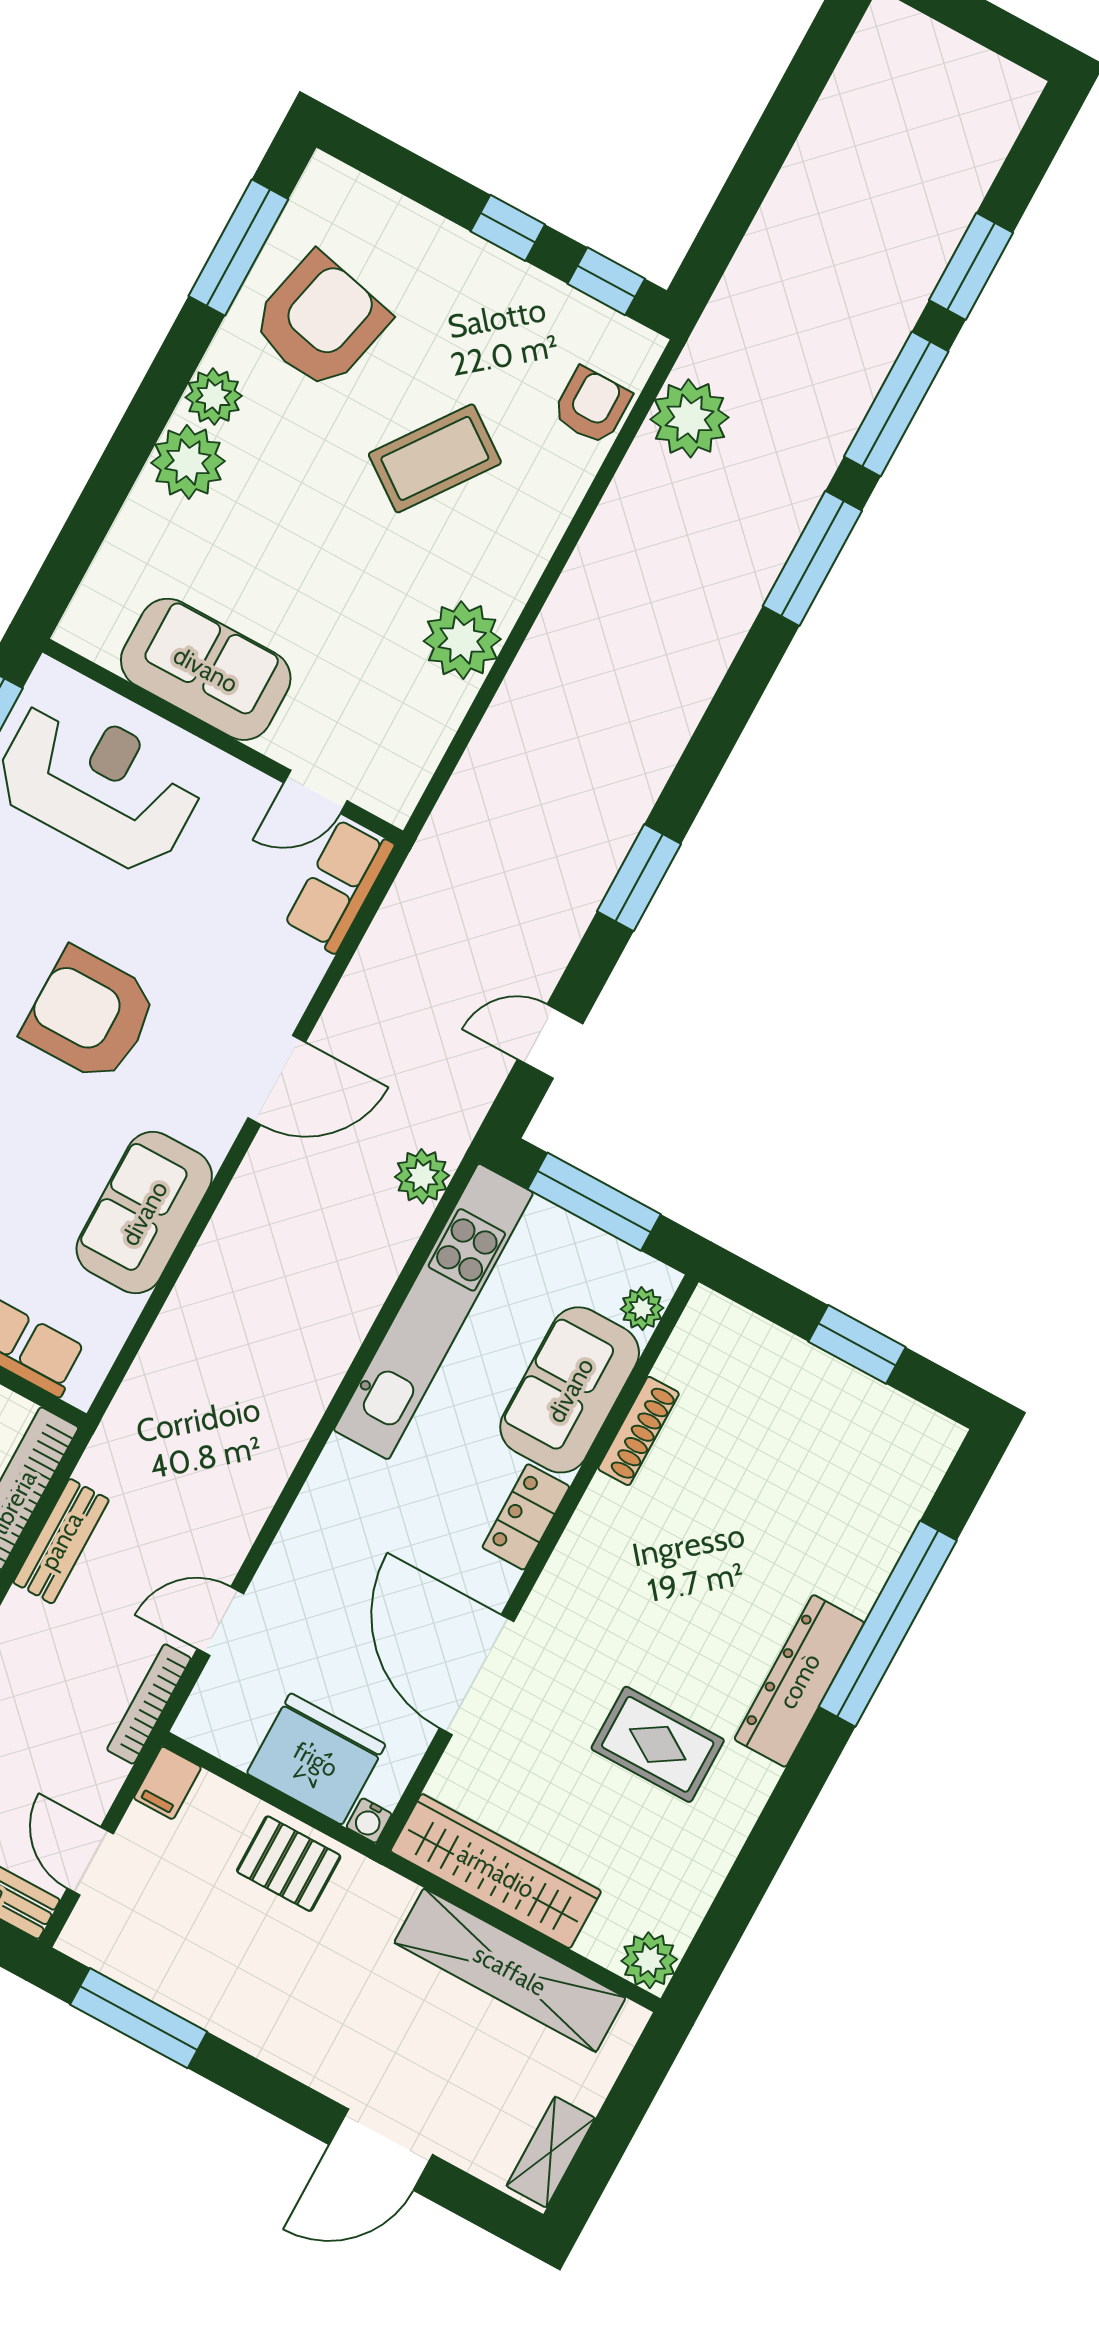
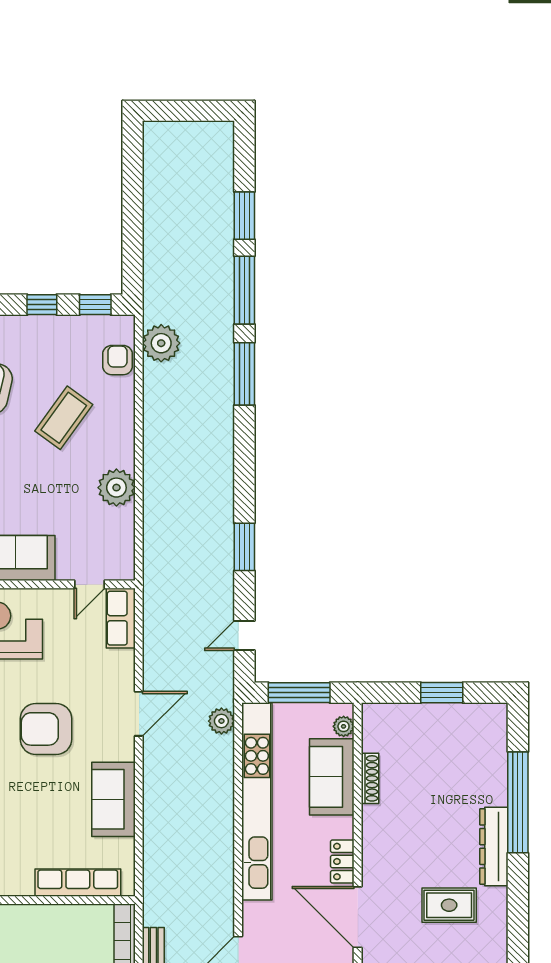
kitchen unit: (433, 1311) -> (257, 801), width x1.36
locker: (526, 1517) -> (342, 861), moved

